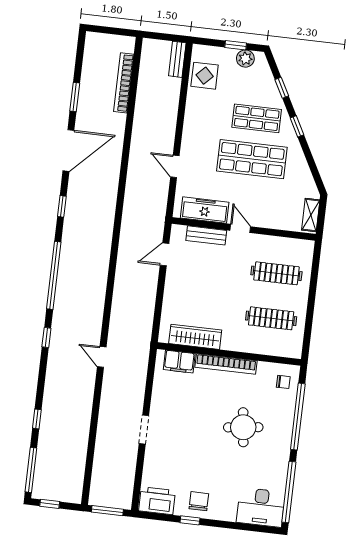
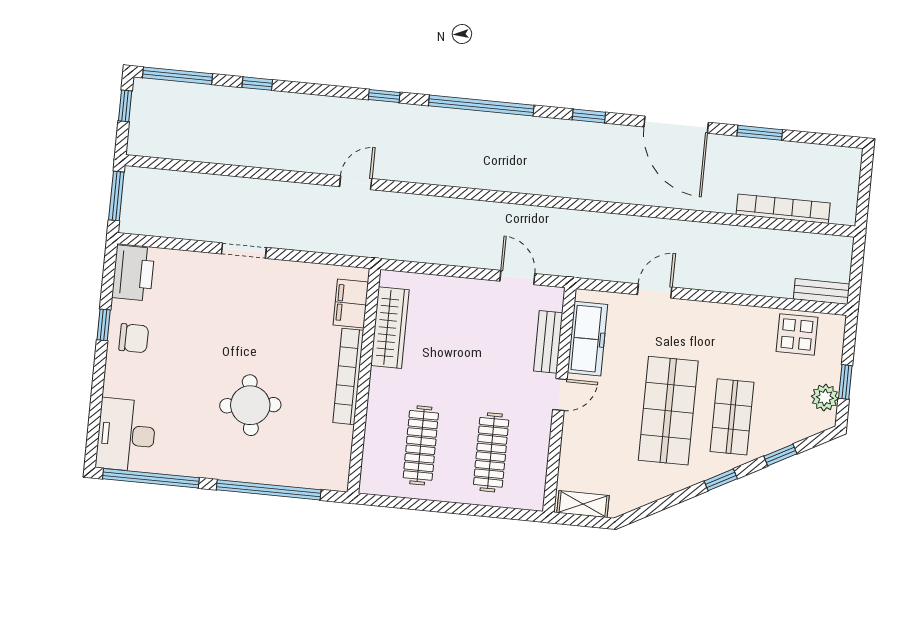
chair: (283, 382) -> (322, 466), removed

